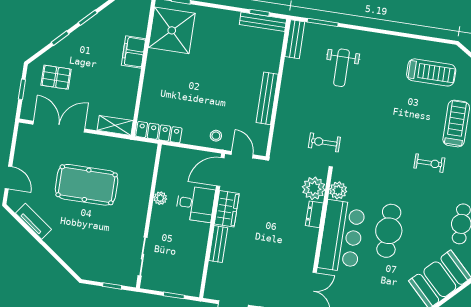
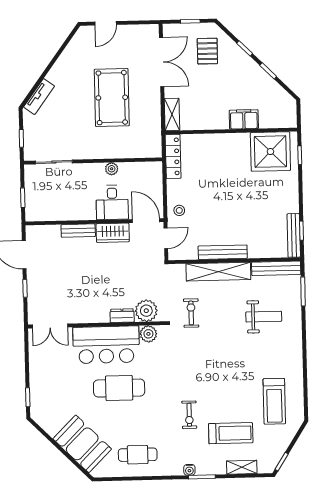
bench: (295, 39) -> (276, 268), width x1.36
weight bench: (342, 68) -> (264, 317), turned 180
shelving: (287, 106) -> (218, 272), added
tv unit: (33, 221) -> (39, 97), moved

